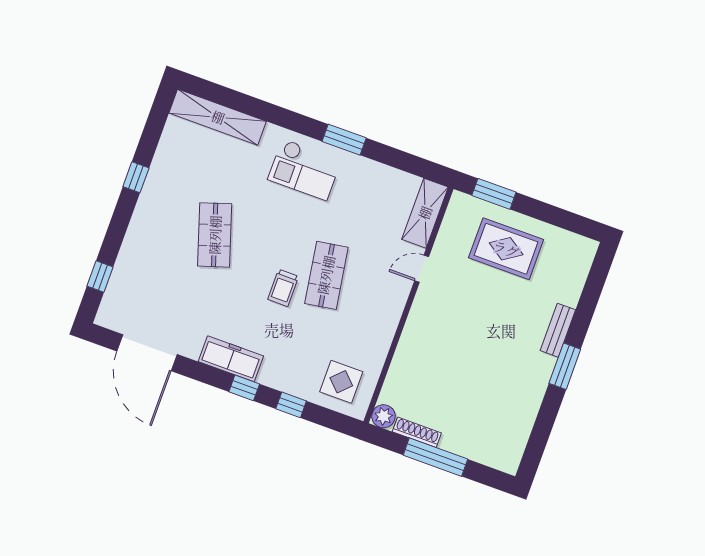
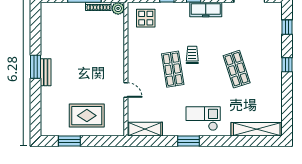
window: (136, 177) -> (287, 65), moved
window: (494, 194) -> (69, 141), moved
shelving: (425, 213) -> (145, 129), moved, turned 90
door: (422, 269) -> (126, 90), hinge flipped
bench: (558, 330) -> (46, 72), moved

